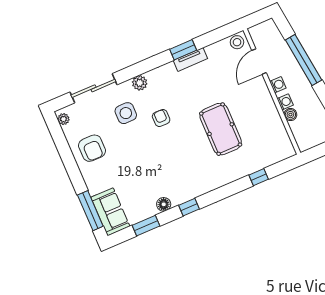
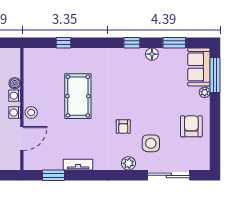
stool: (237, 42) -> (31, 112), moved
window: (183, 50) -> (53, 175), moved
plant: (63, 119) -> (205, 92), moved

